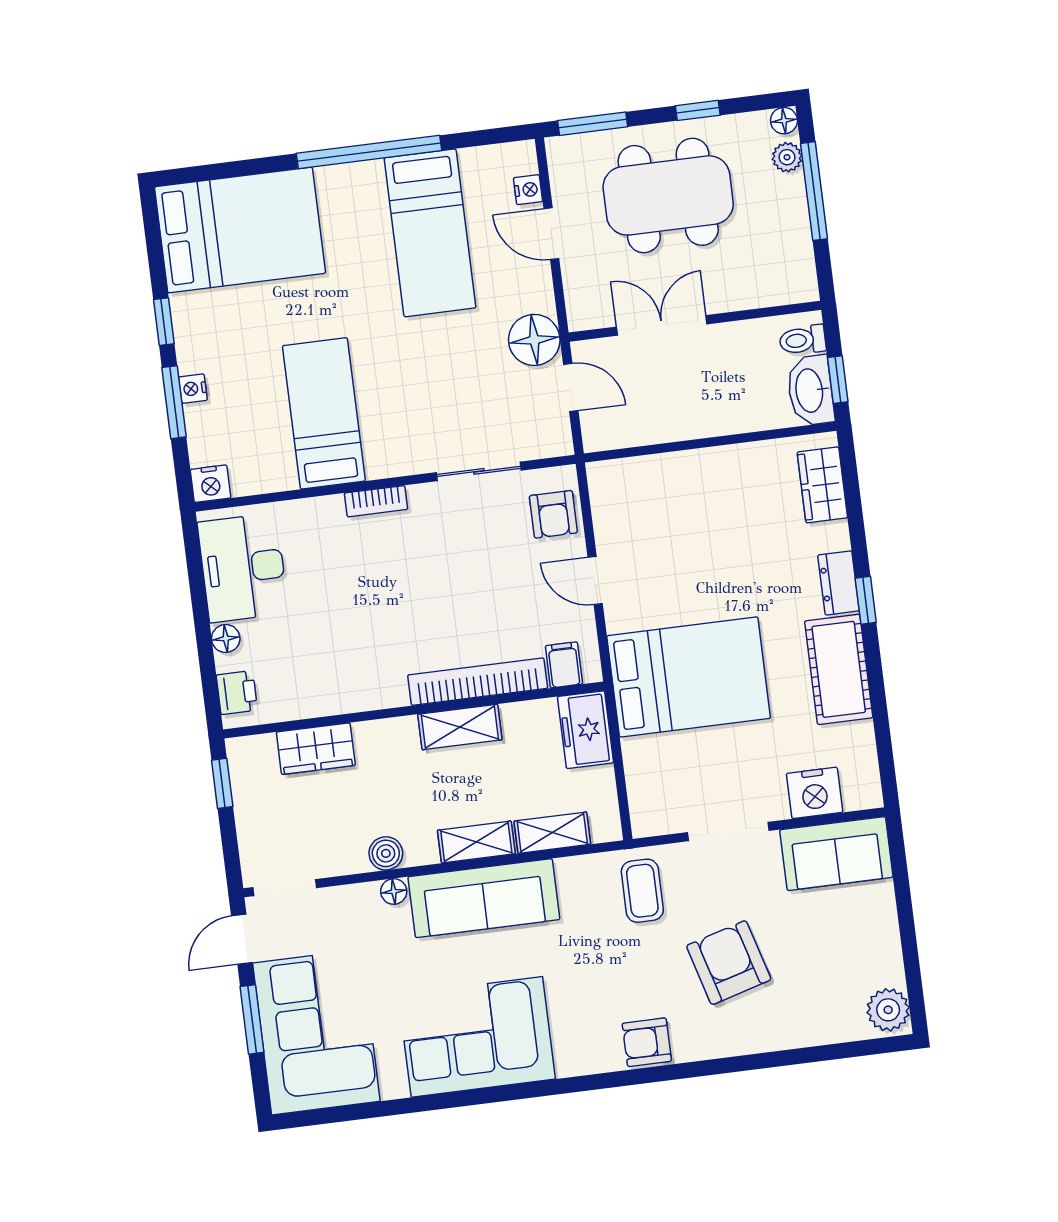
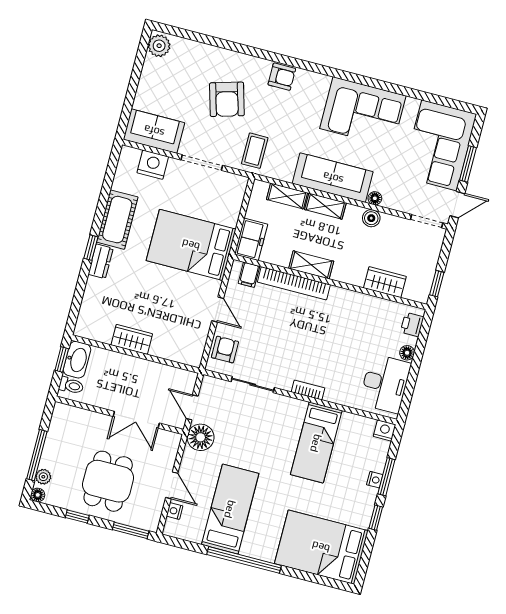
dining table: (668, 195) -> (108, 481), width x0.73
wardrobe: (822, 485) -> (132, 339), moved, turned -90

